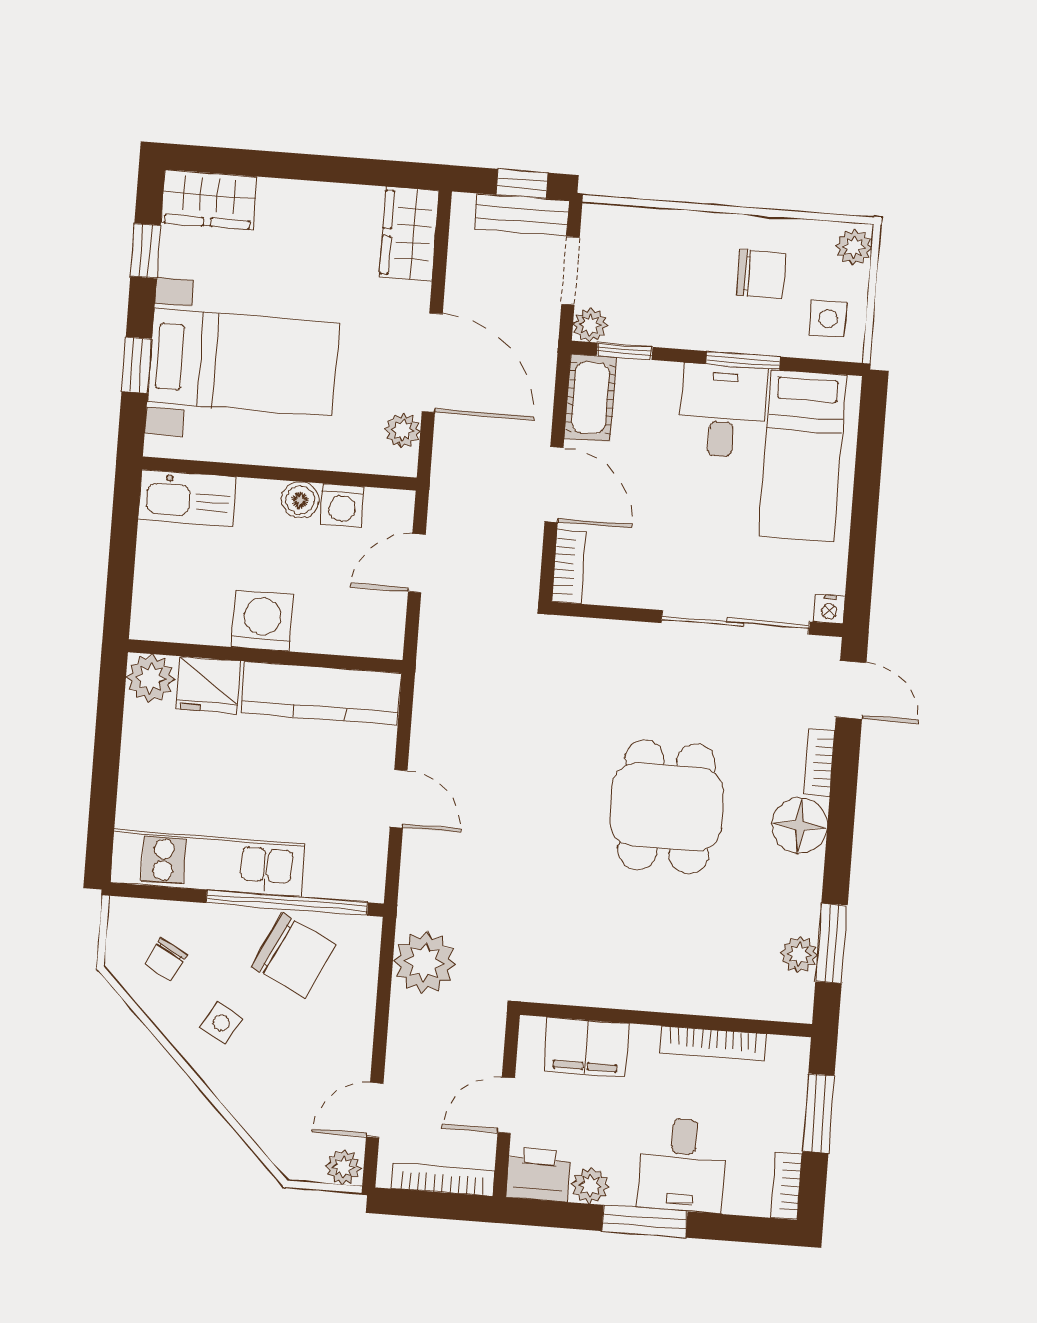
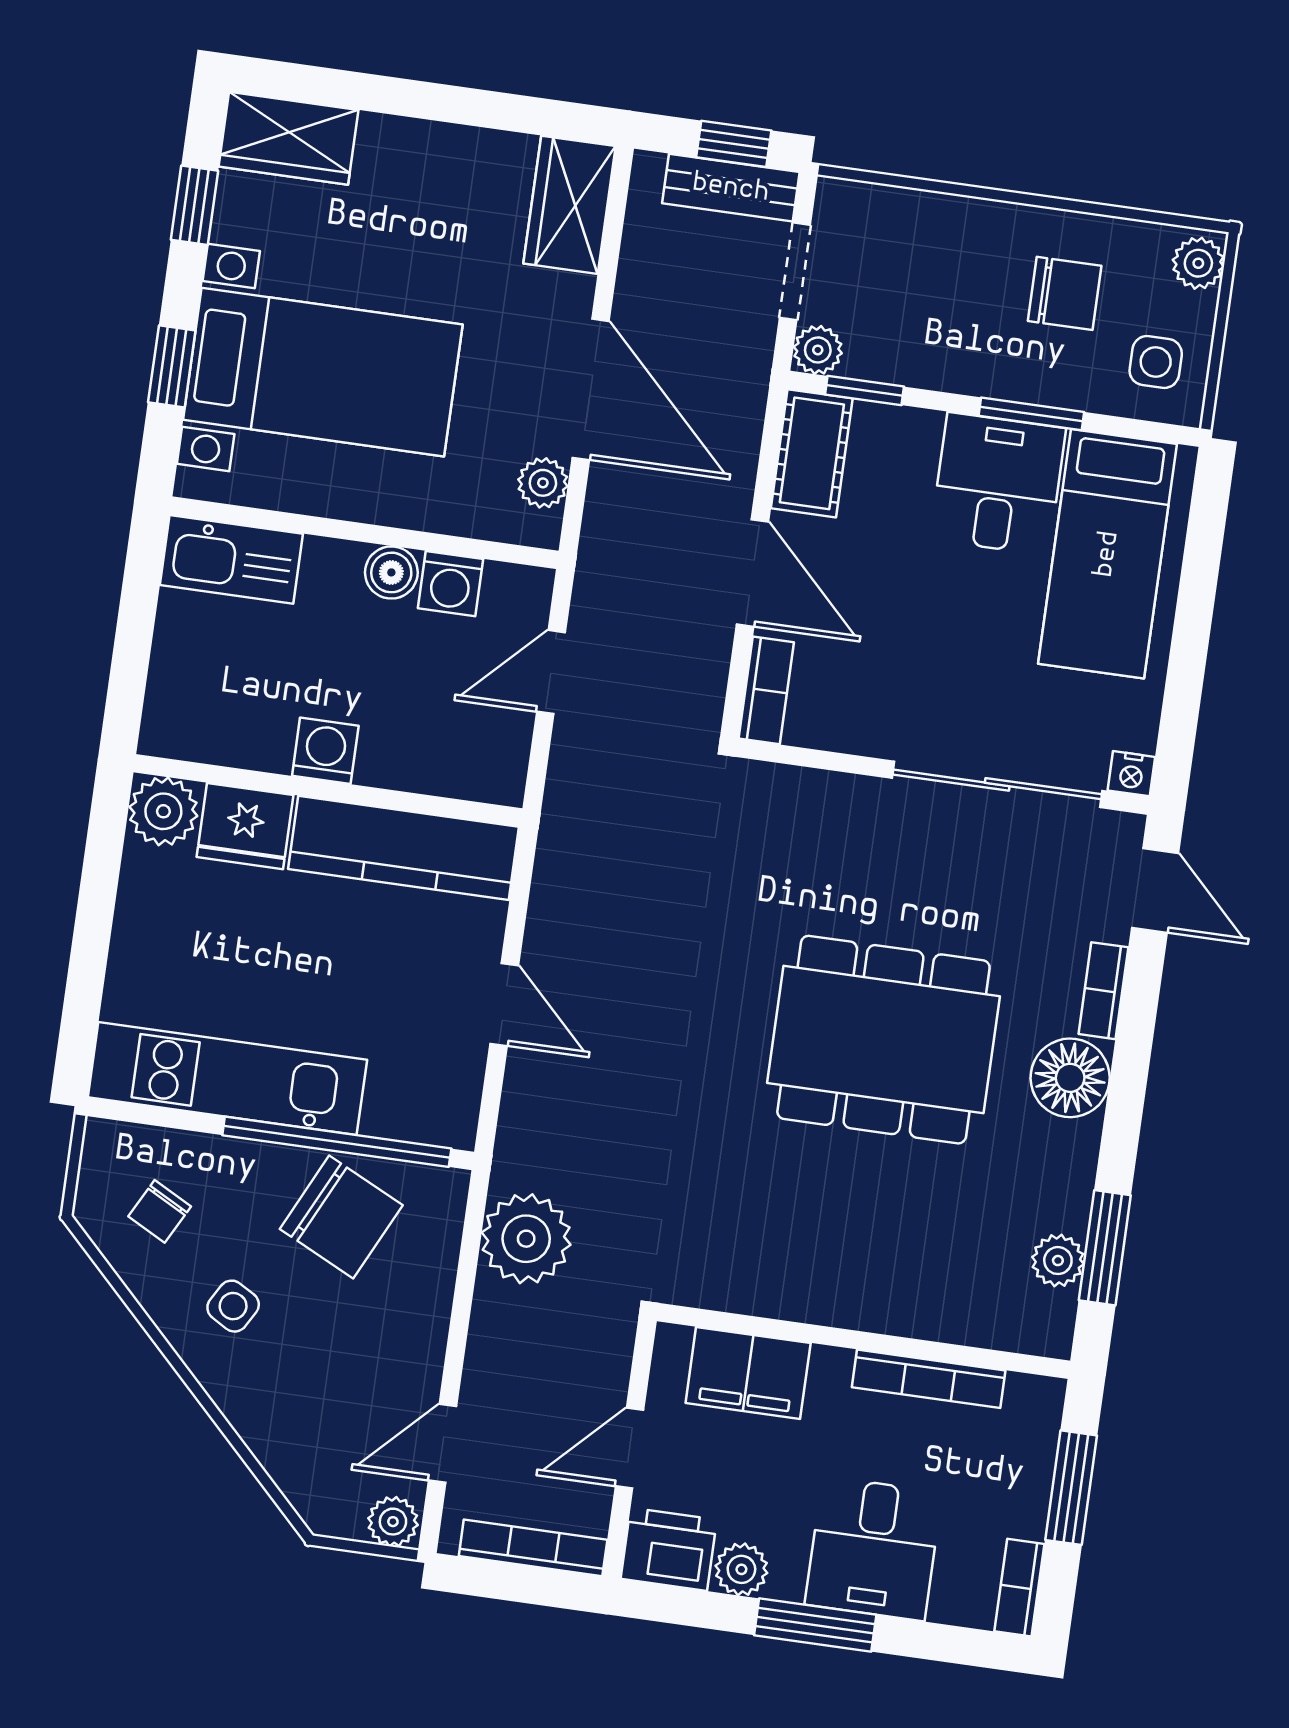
washing machine: (262, 621) -> (325, 751), width x0.73, depth x0.73
dining table: (667, 807) -> (883, 1040), width x1.38

